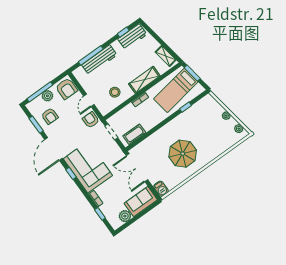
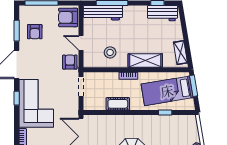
workbench: (99, 60) -> (103, 13), moved
armchair: (66, 89) -> (68, 17), turned 90
plant: (47, 96) -> (46, 12), removed
door: (89, 100) -> (81, 43), hinge flipped
cot: (134, 134) -> (118, 104), moved

